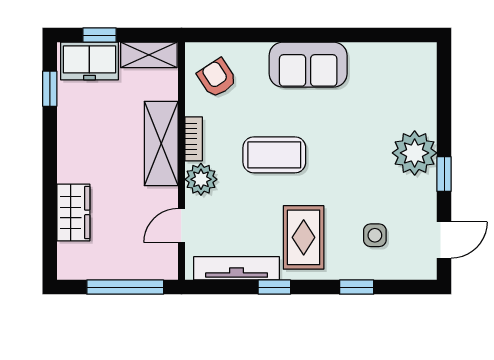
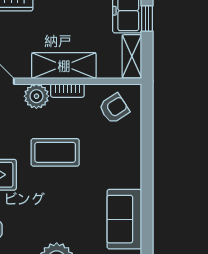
sofa: (308, 65) -> (124, 219), moved
coffee table: (274, 155) -> (55, 152), turned 90

